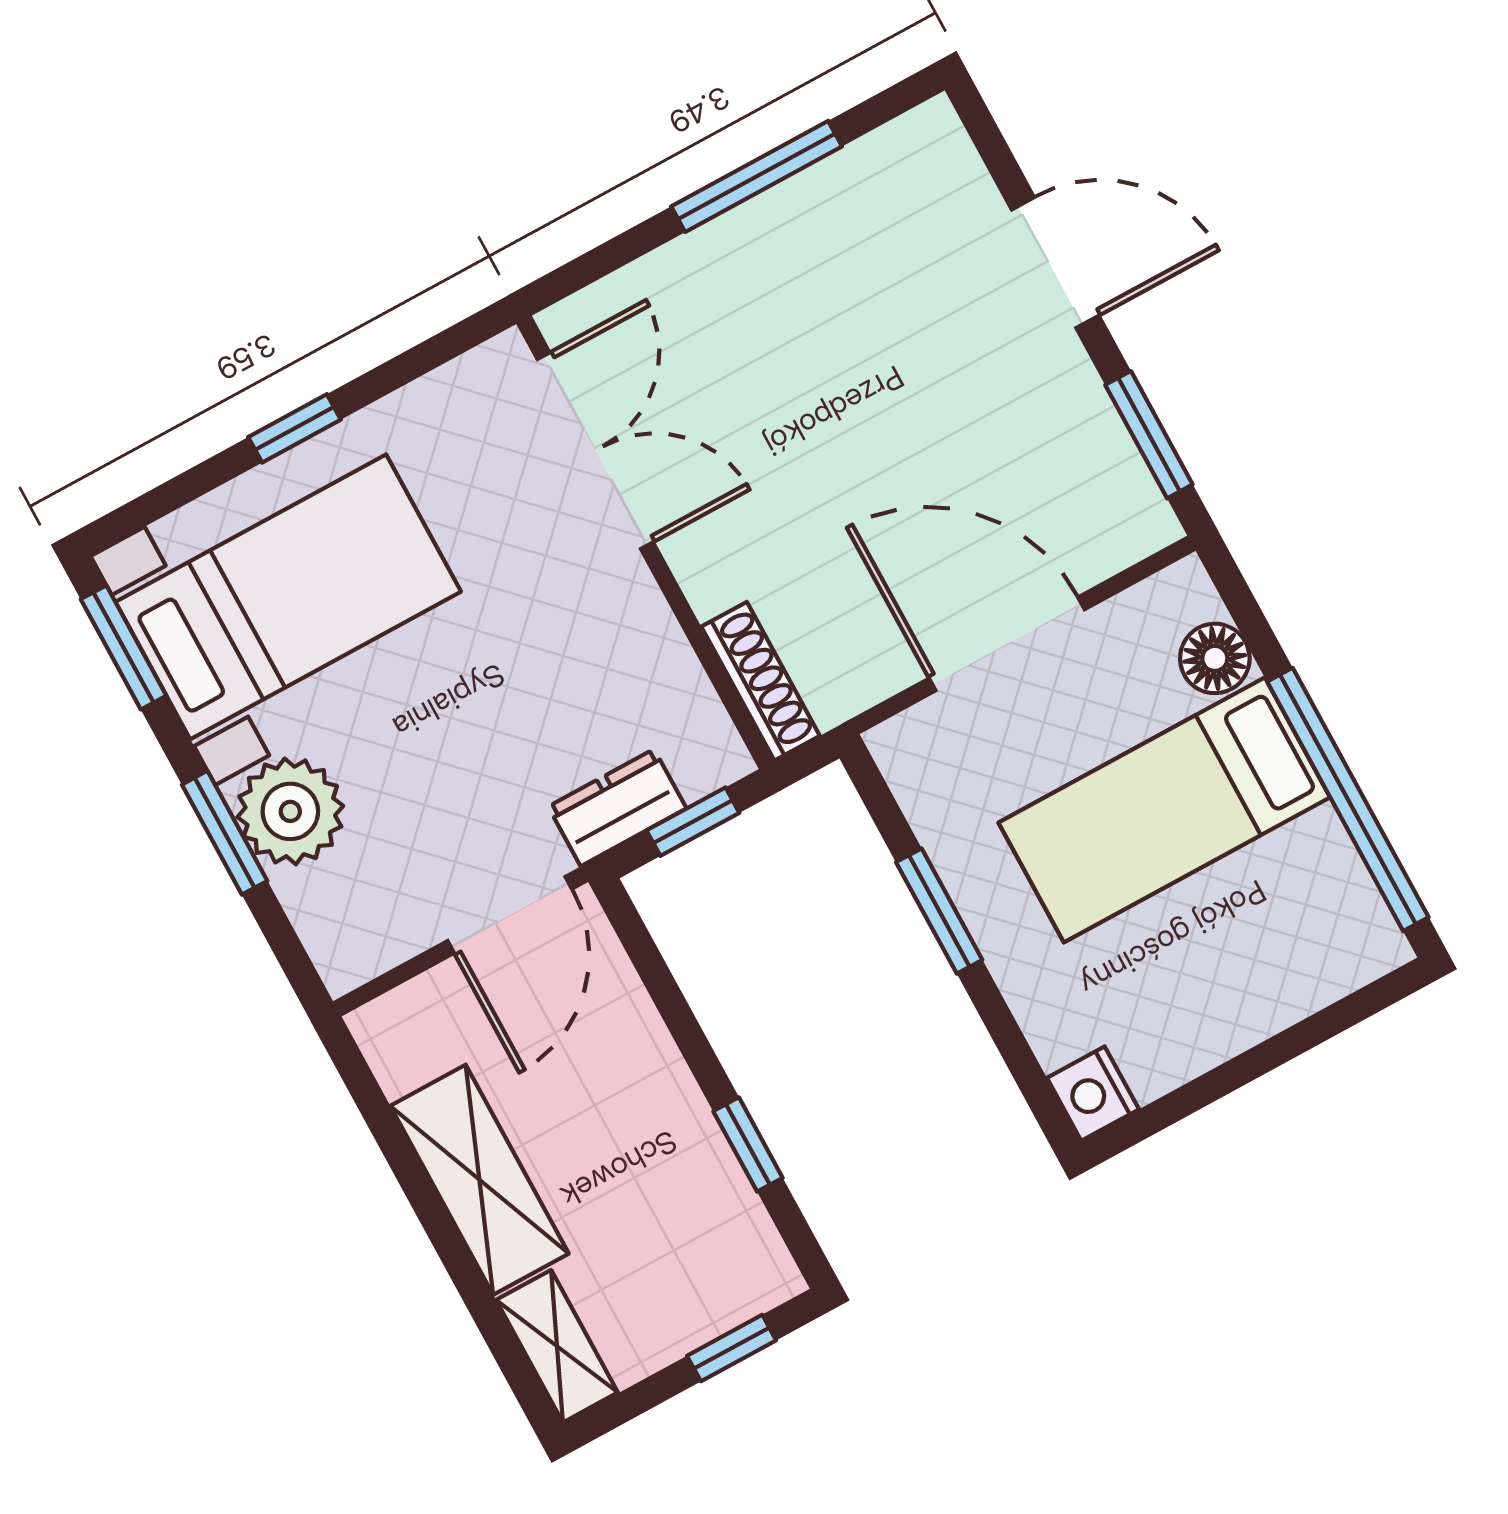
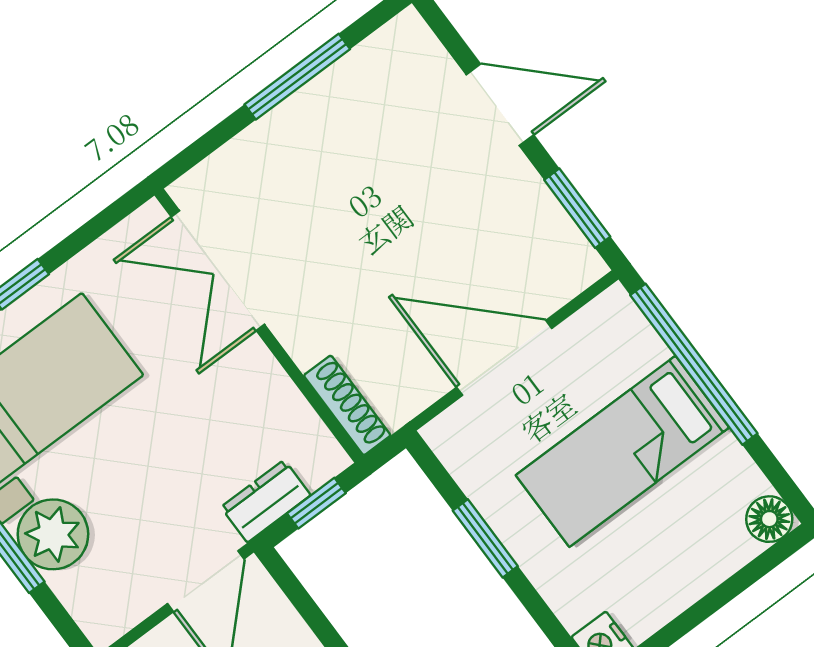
double door: (595, 451) -> (218, 271), swing flipped
floor lamp: (1215, 658) -> (769, 519), moved
window: (1348, 799) -> (694, 364), moved

